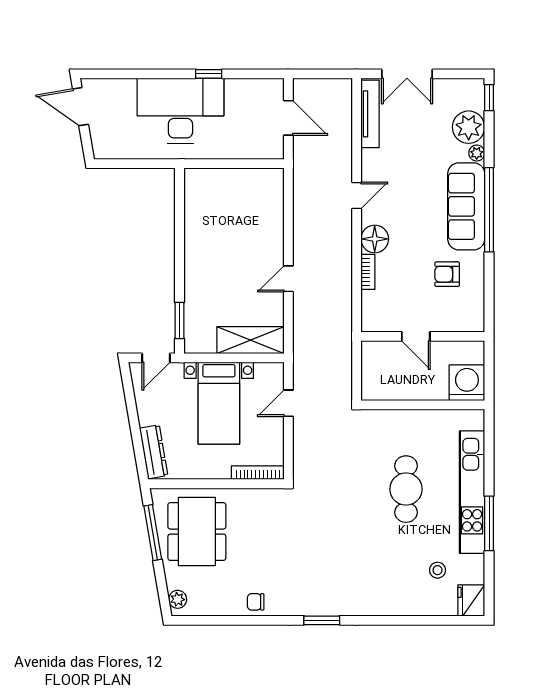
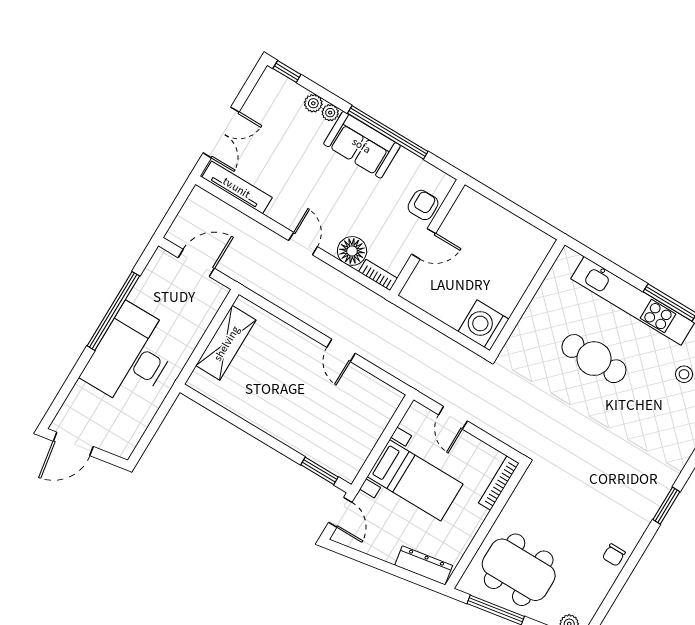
window: (209, 74) -> (113, 311), width x3.17
plant: (469, 127) -> (313, 103), width x0.53, depth x0.53
sofa: (466, 206) -> (362, 145), width x0.73
armchair: (447, 274) -> (423, 205), turned 180
door: (416, 336) -> (424, 244), moved
wall: (423, 336) -> (427, 237), moved
shelving: (250, 340) -> (226, 343), moved
washing machine: (467, 383) -> (484, 325), moved

